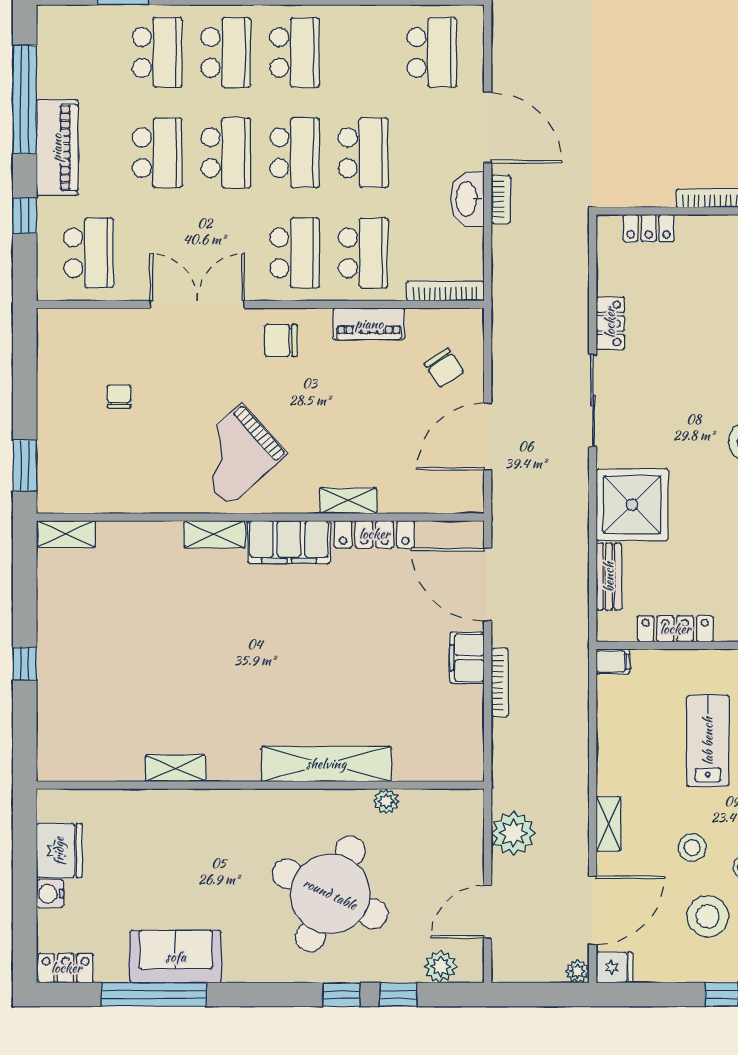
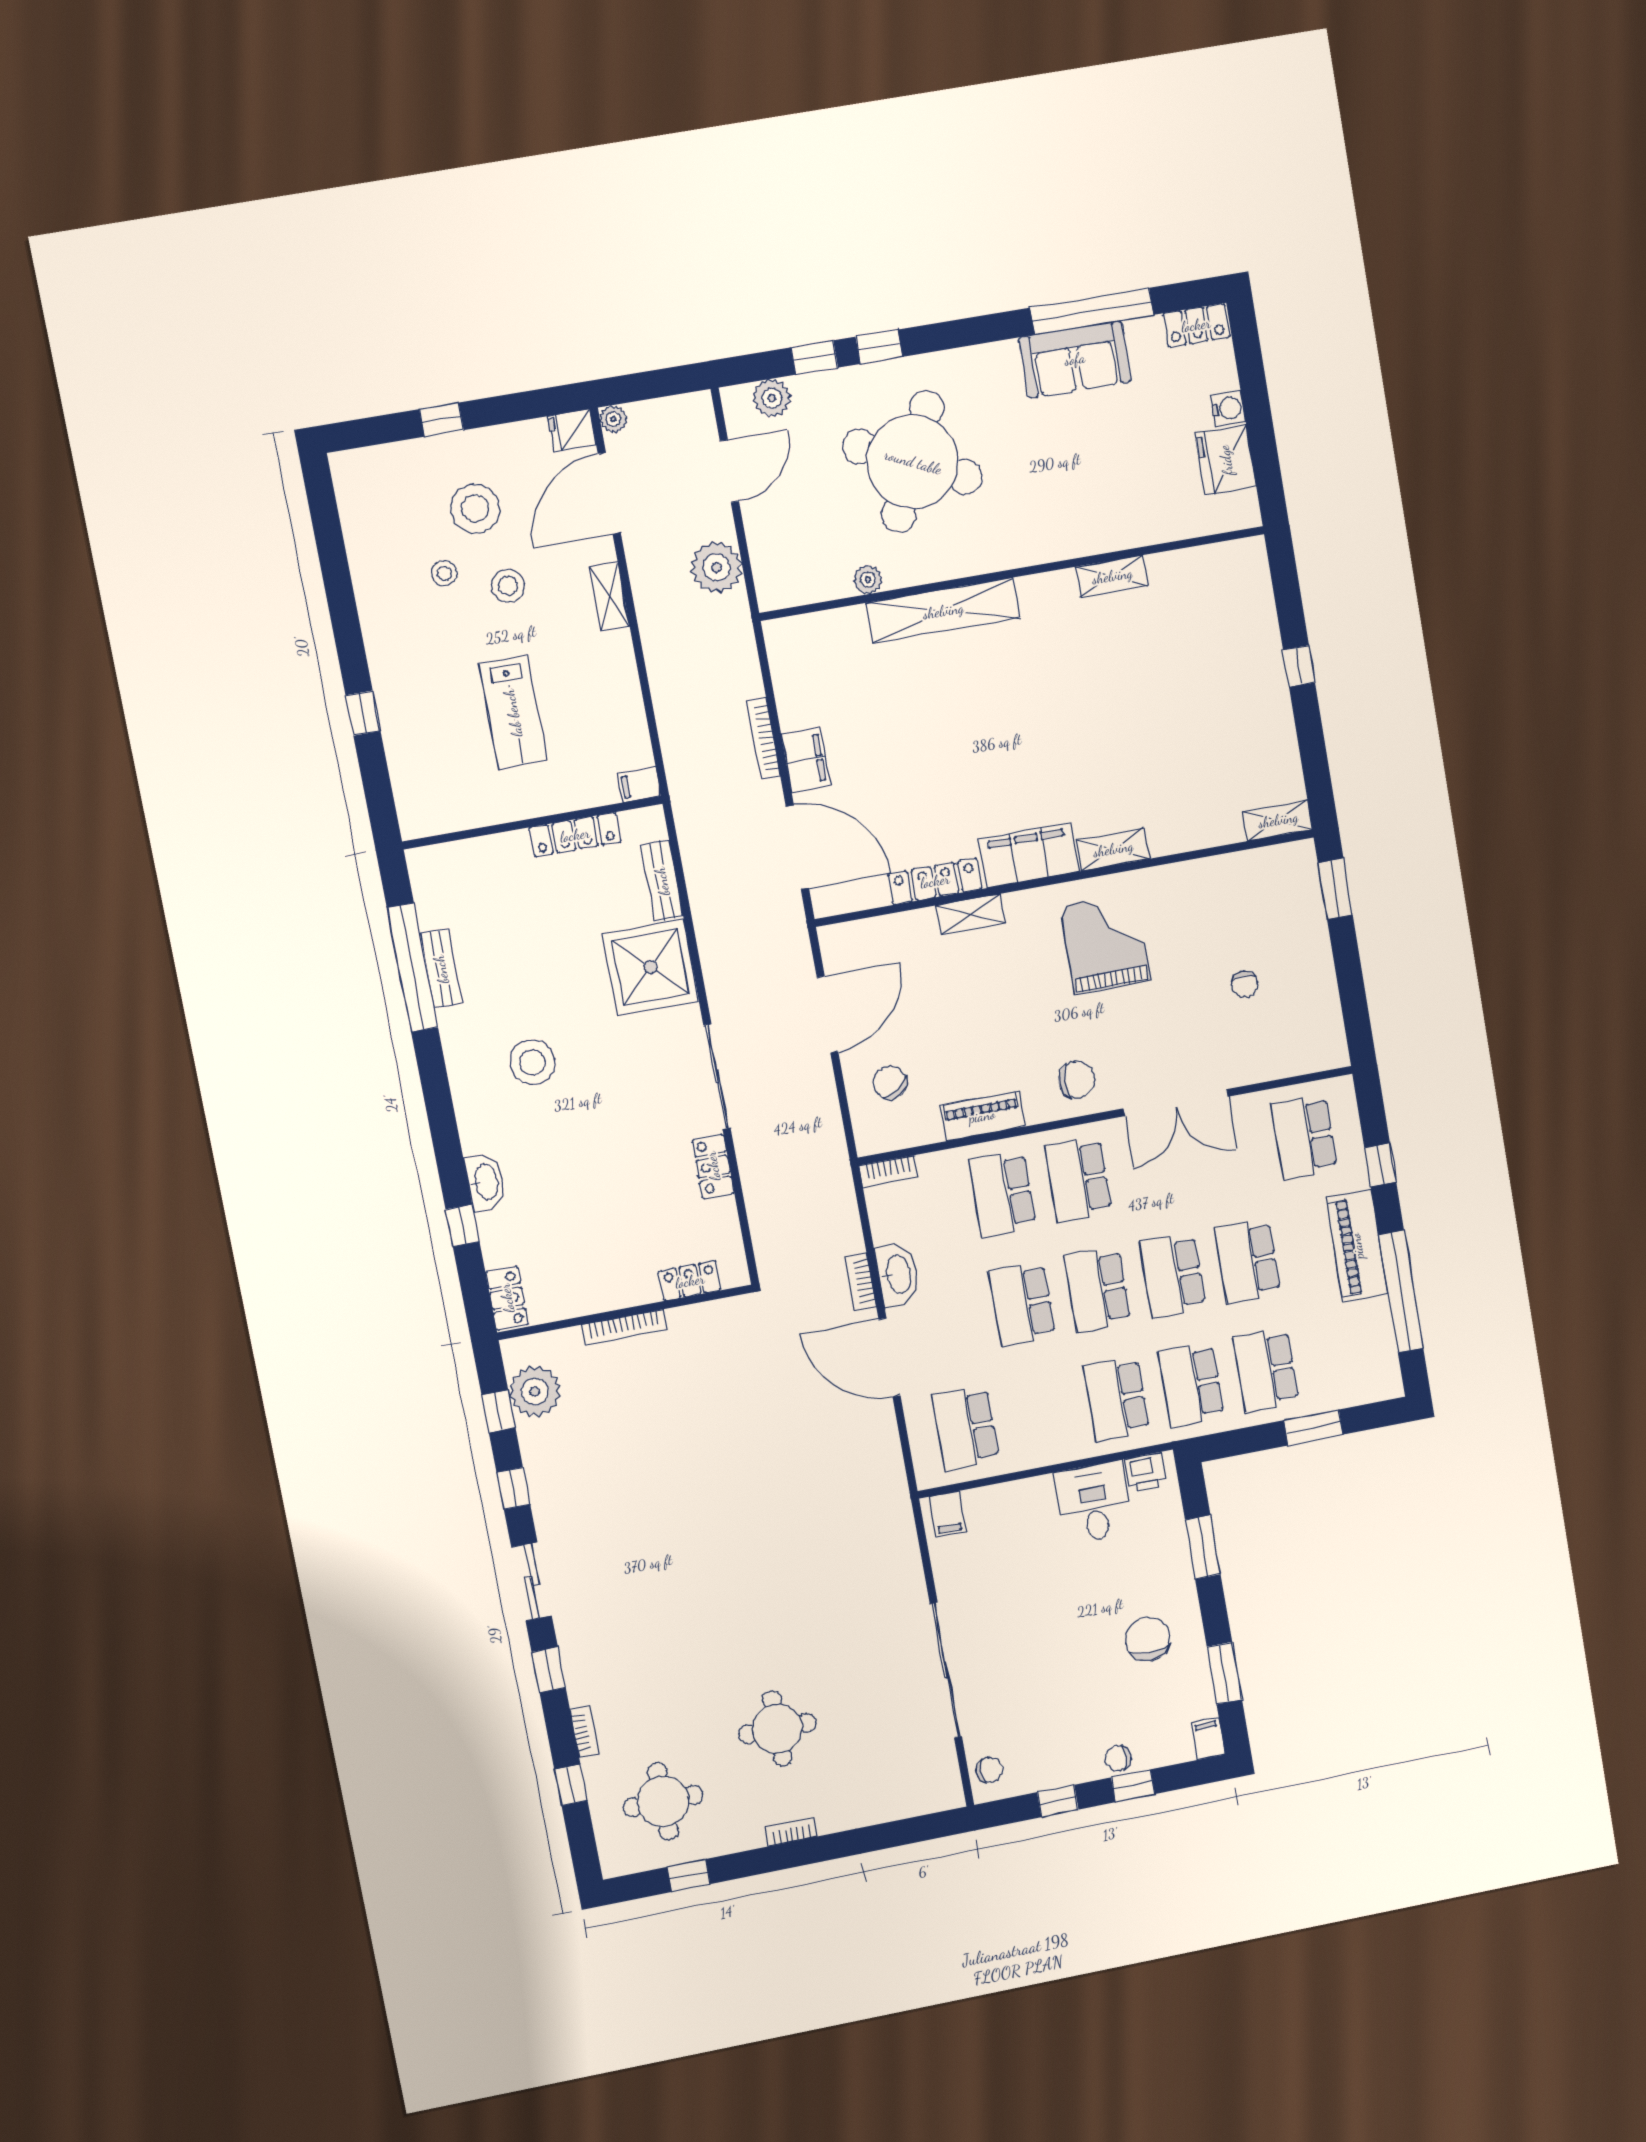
bookcase: (445, 291) -> (888, 1171), width x0.64
grand piano: (235, 455) -> (1105, 943), turned -48

